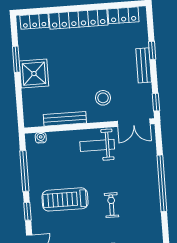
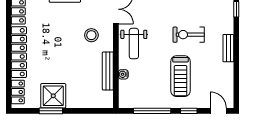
shower: (34, 74) -> (53, 96), moved
water cooler: (41, 138) -> (123, 74), moved
exercise bike: (112, 205) -> (189, 35), width x1.38, depth x1.39

